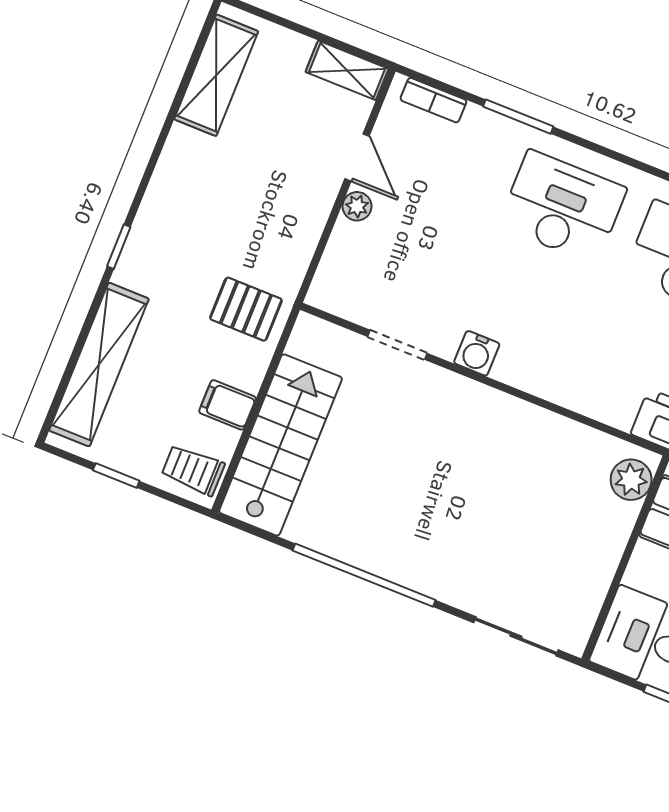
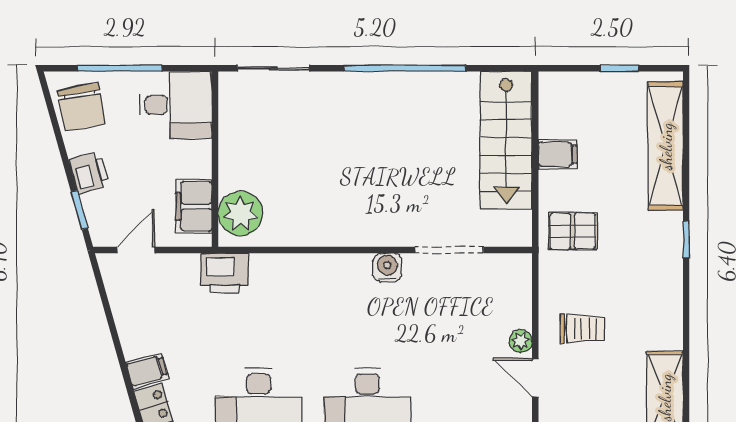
doorway: (397, 345) -> (449, 250), width x1.38
trolley: (193, 470) -> (582, 329), moved
plant: (631, 480) -> (240, 213), width x1.36, depth x1.36

